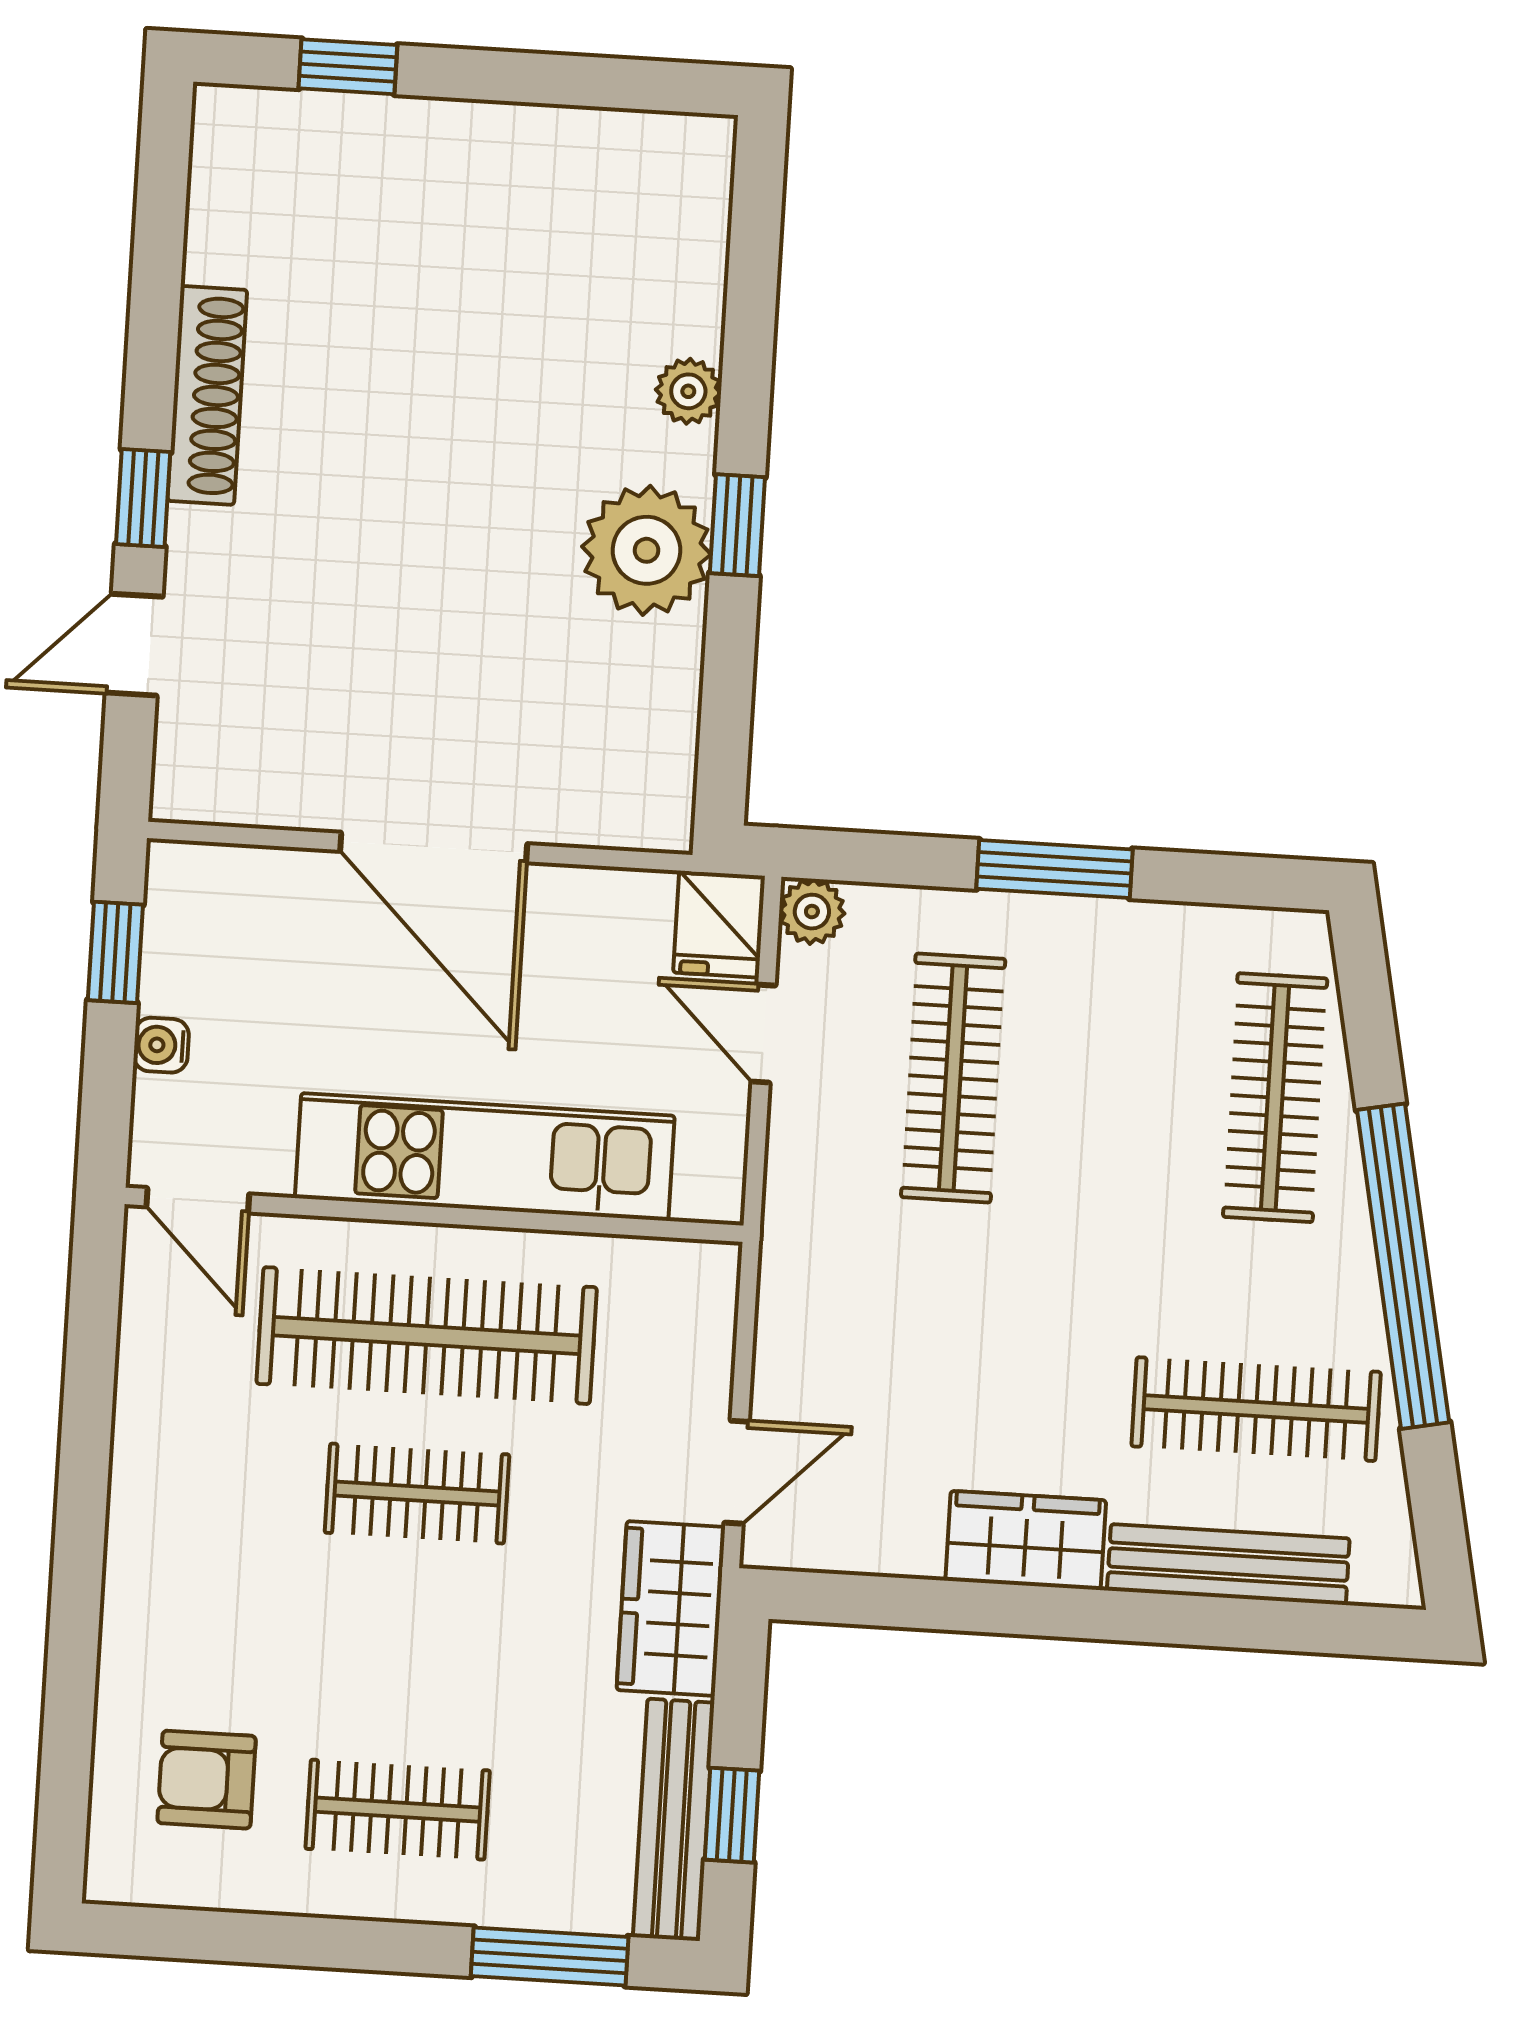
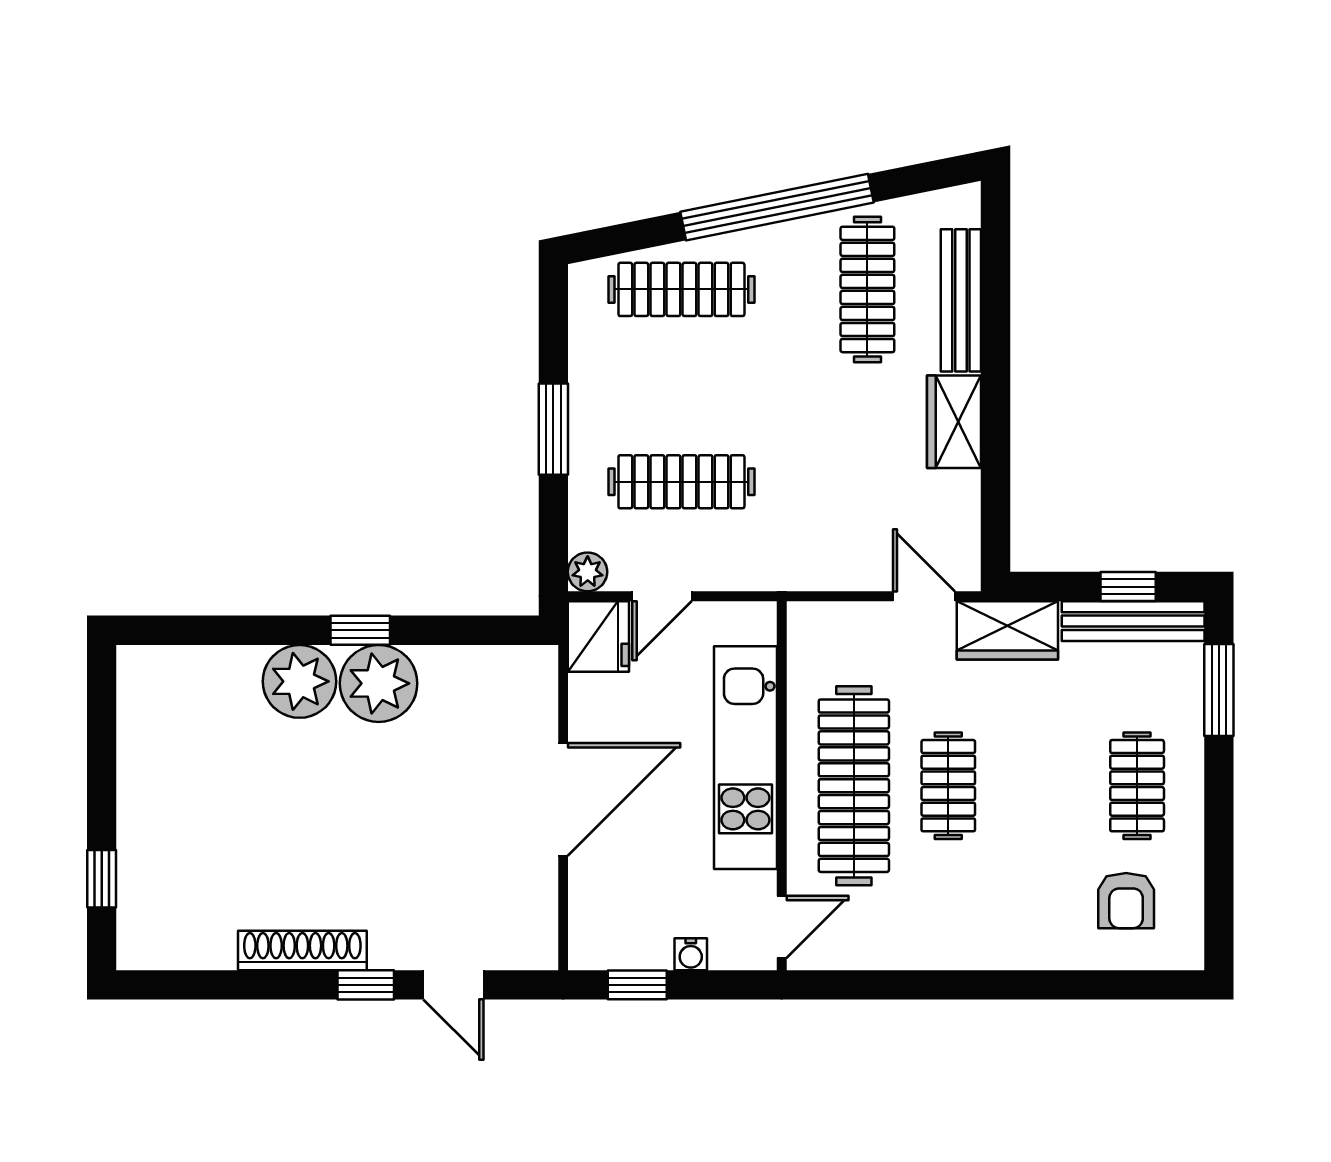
plant: (688, 391) -> (299, 681), width x1.87, depth x1.87
fridge: (719, 924) -> (598, 636), width x1.38

